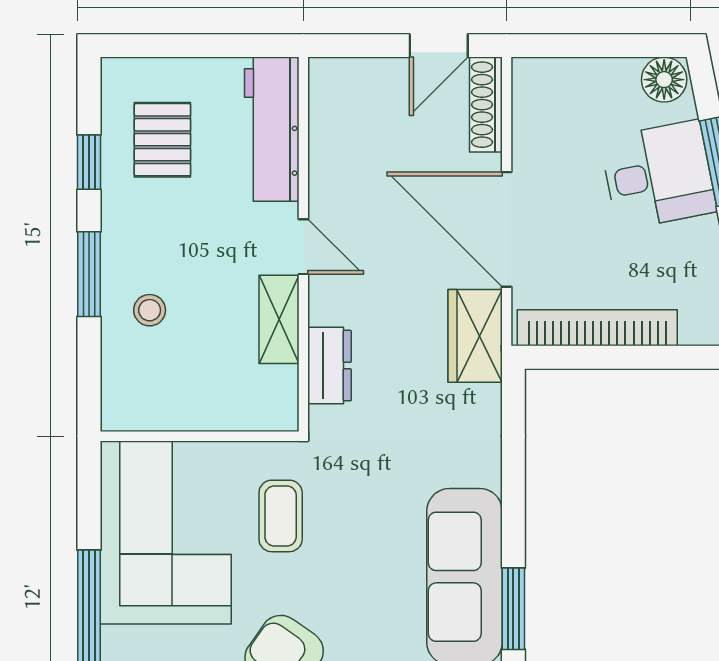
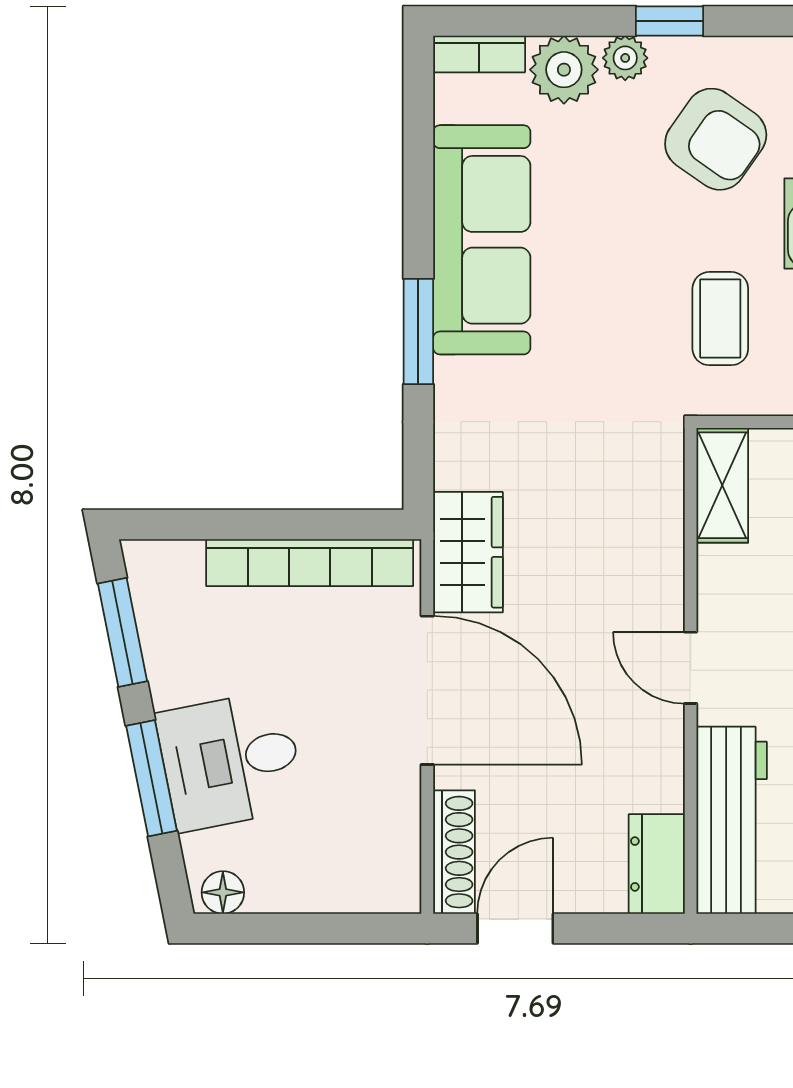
floor lamp: (664, 80) -> (223, 892), width x0.73, depth x0.73
shelving: (279, 319) -> (722, 485), moved
dresser: (330, 366) -> (657, 864), moved
window: (513, 609) -> (418, 332), moved

